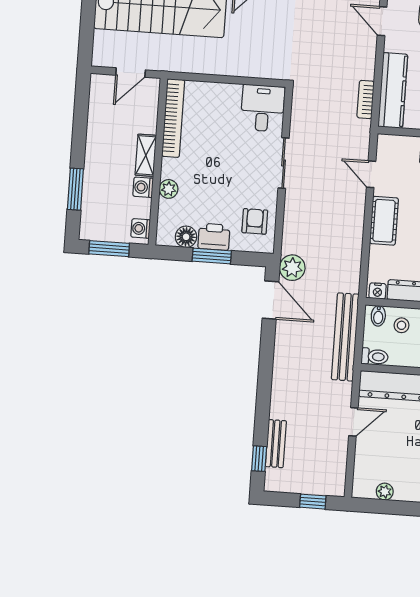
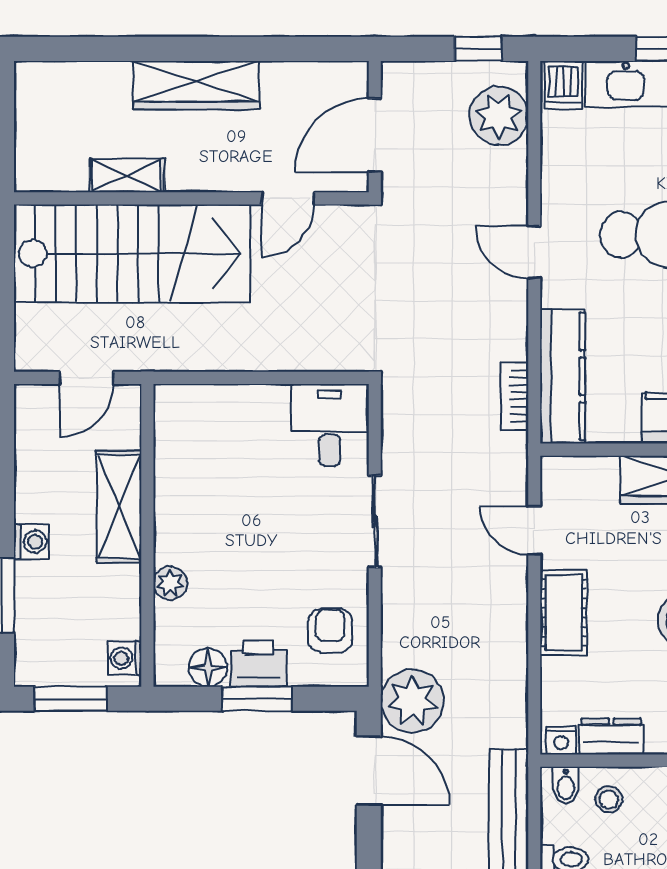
bookcase: (173, 118) -> (169, 454), removed
shelving: (146, 155) -> (119, 507), width x1.50, depth x1.33
washing machine: (143, 187) -> (31, 542), moved, turned 180
plant: (292, 268) -> (412, 701), width x1.36, depth x1.36

